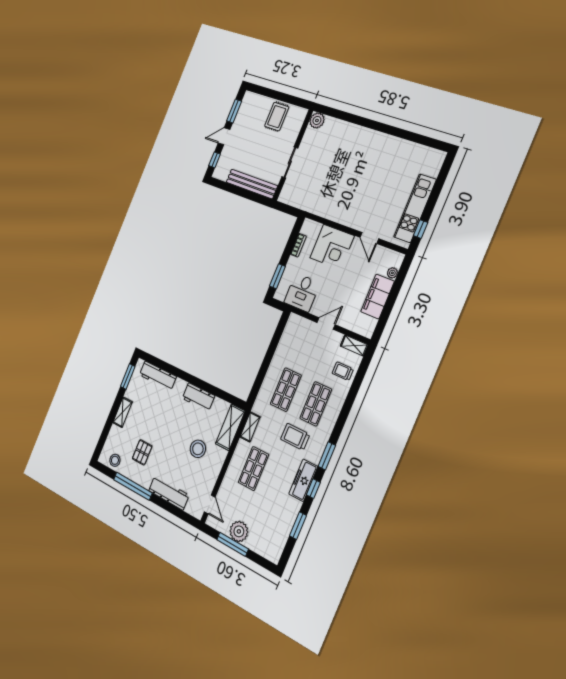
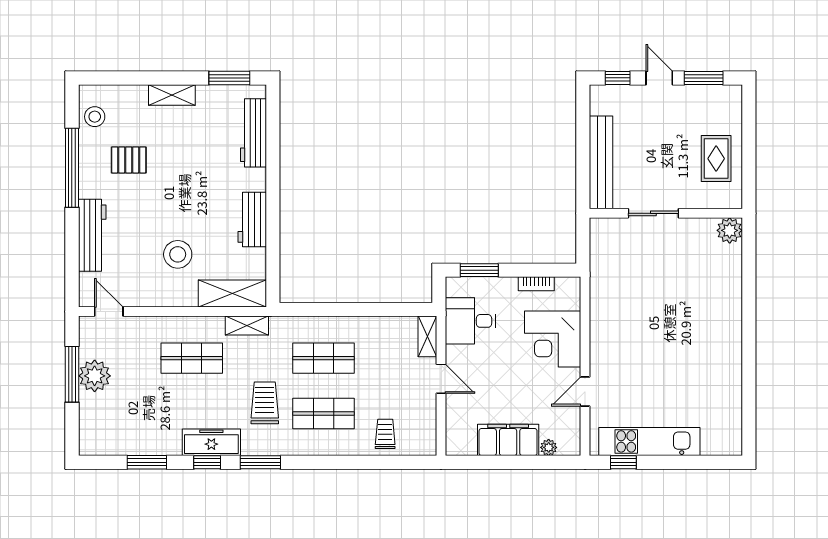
rug: (277, 117) -> (716, 159), turned 90
shelving: (354, 345) -> (427, 336), moved
door: (210, 504) -> (109, 312), swing flipped

